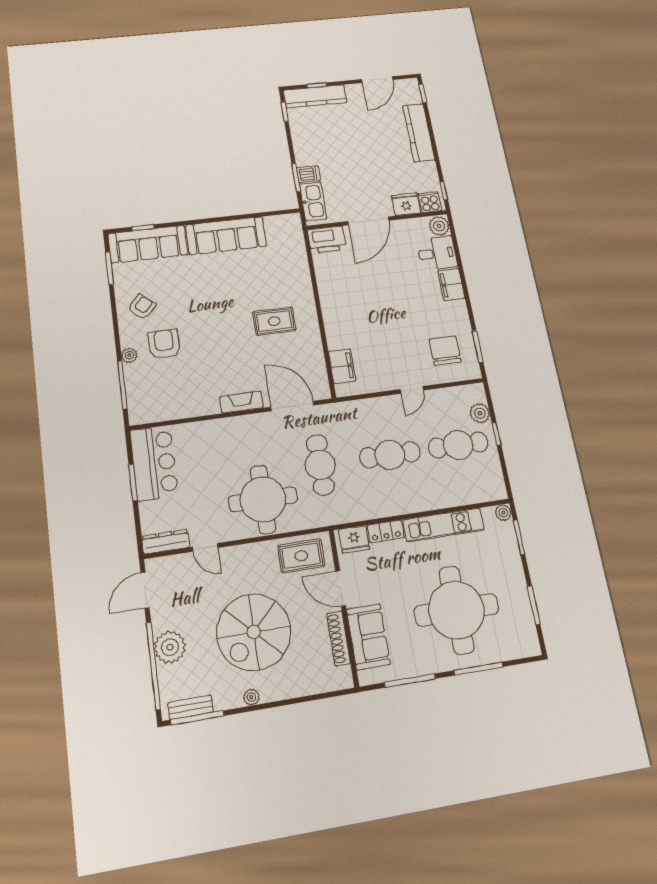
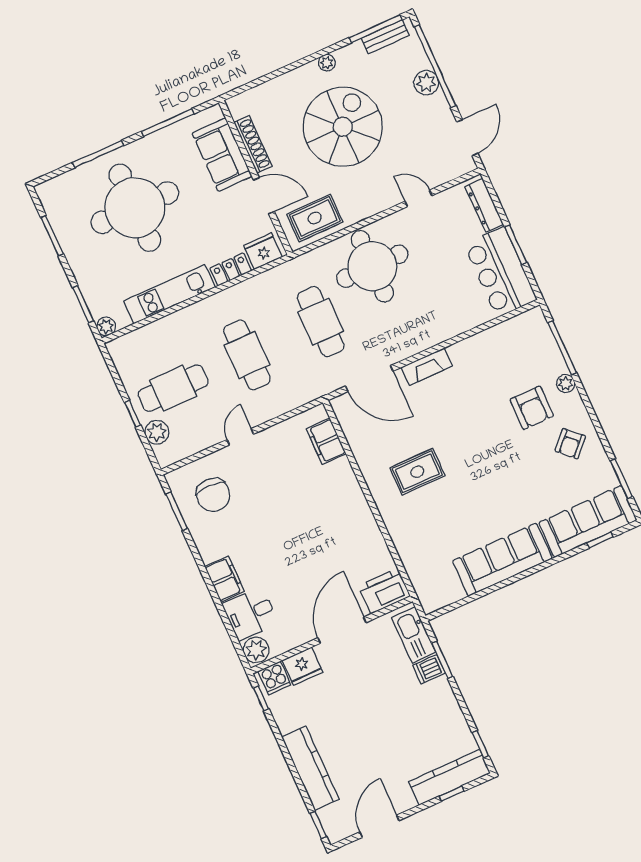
cafe table: (390, 455) -> (247, 355), turned 90
dresser: (166, 542) -> (484, 205), moved, turned 90
plant: (170, 647) -> (426, 83), width x0.73, depth x0.73

